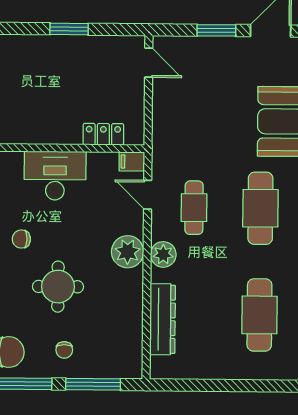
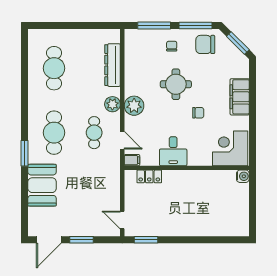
window: (69, 29) -> (146, 240), moved
desk: (55, 176) -> (173, 151), width x0.73

